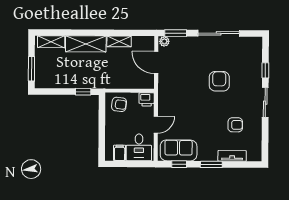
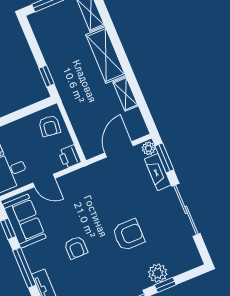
fireplace: (184, 42) -> (158, 172), added
plant: (255, 72) -> (158, 273), added
armchair: (235, 125) -> (76, 248), moved
window: (211, 164) -> (24, 268), width x1.44

